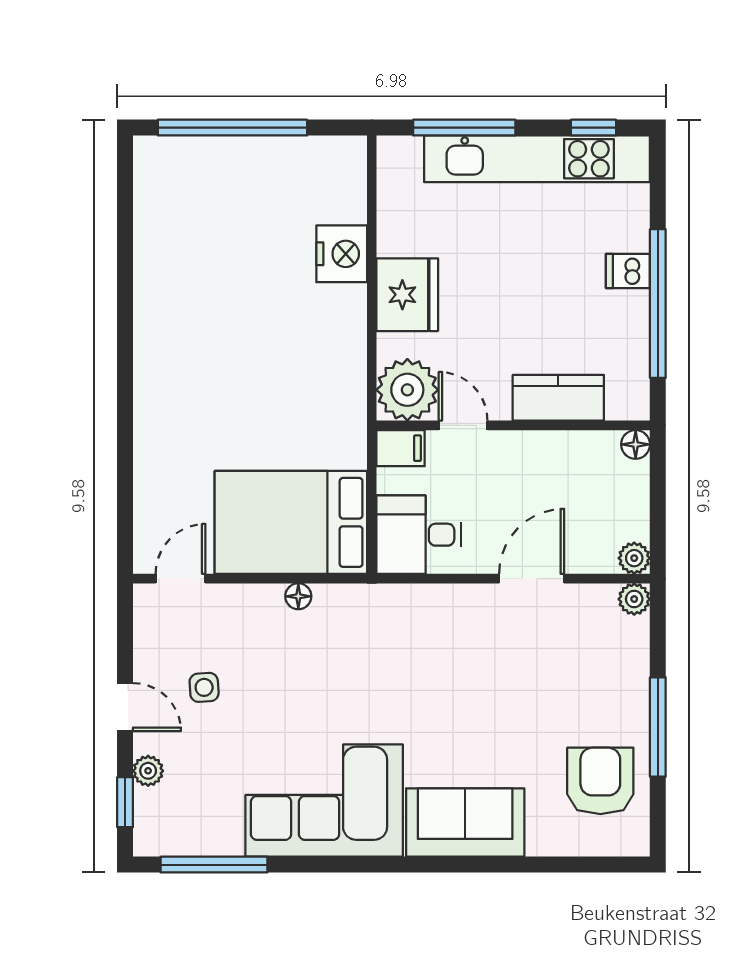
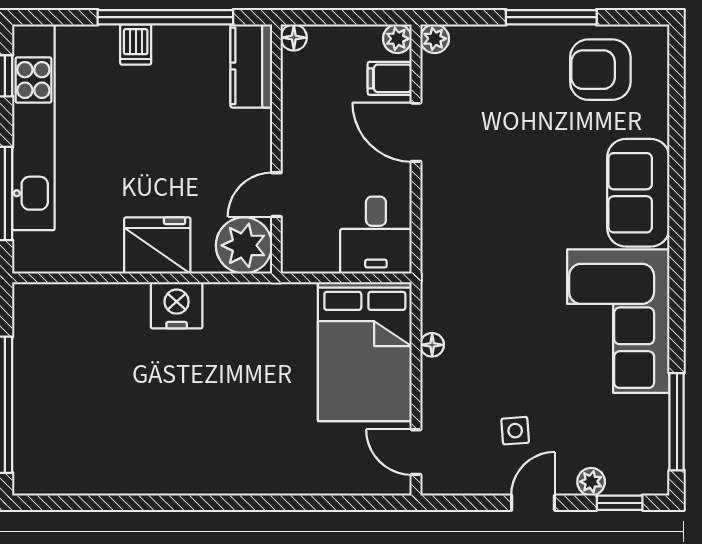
nightstand: (342, 254) -> (177, 305), moved
kitchen counter: (558, 398) -> (251, 66), moved
filing cabinet: (401, 448) -> (390, 78), moved, turned -90

